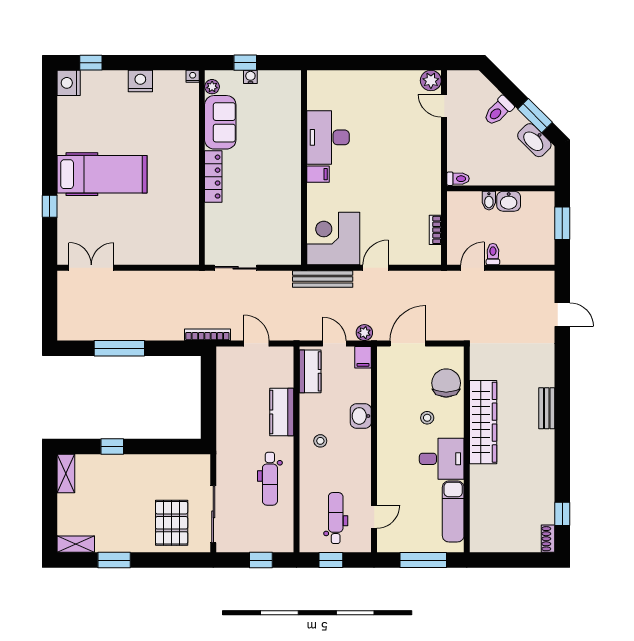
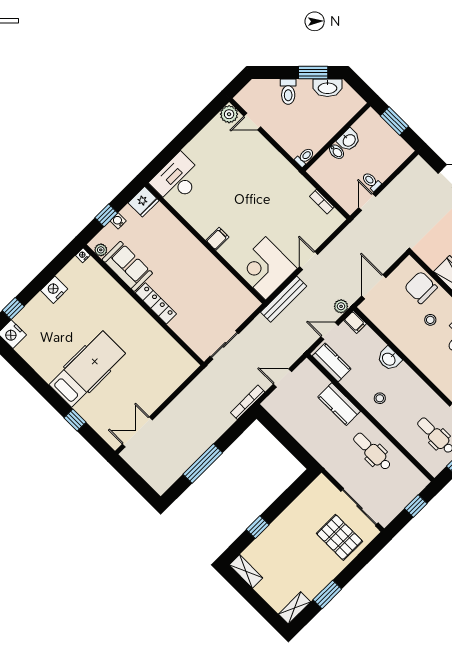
fridge: (287, 82) -> (143, 202), added
desk: (328, 137) -> (177, 179), moved, turned 90
dental chair: (270, 479) -> (372, 451), turned 180

